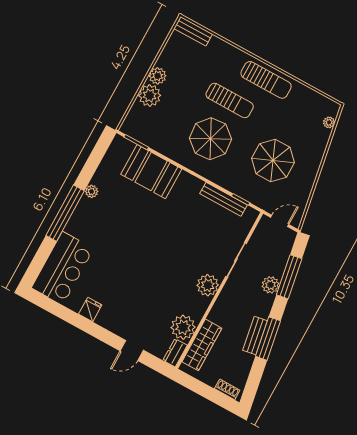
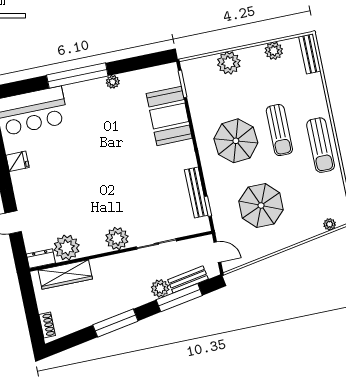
plant: (158, 76) -> (274, 51), moved
bench: (255, 336) -> (188, 279), moved

